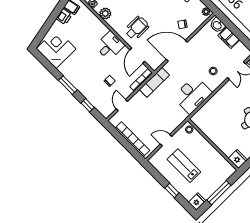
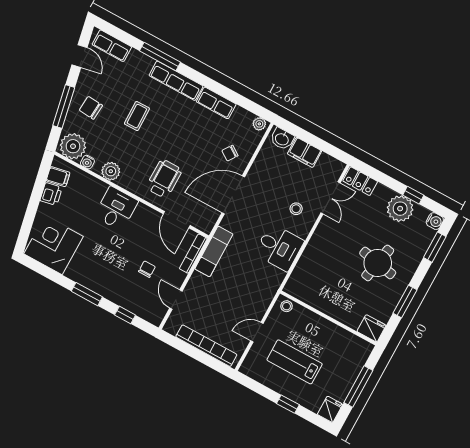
desk: (110, 46) -> (116, 209), moved
desk: (192, 95) -> (279, 247), width x0.73

